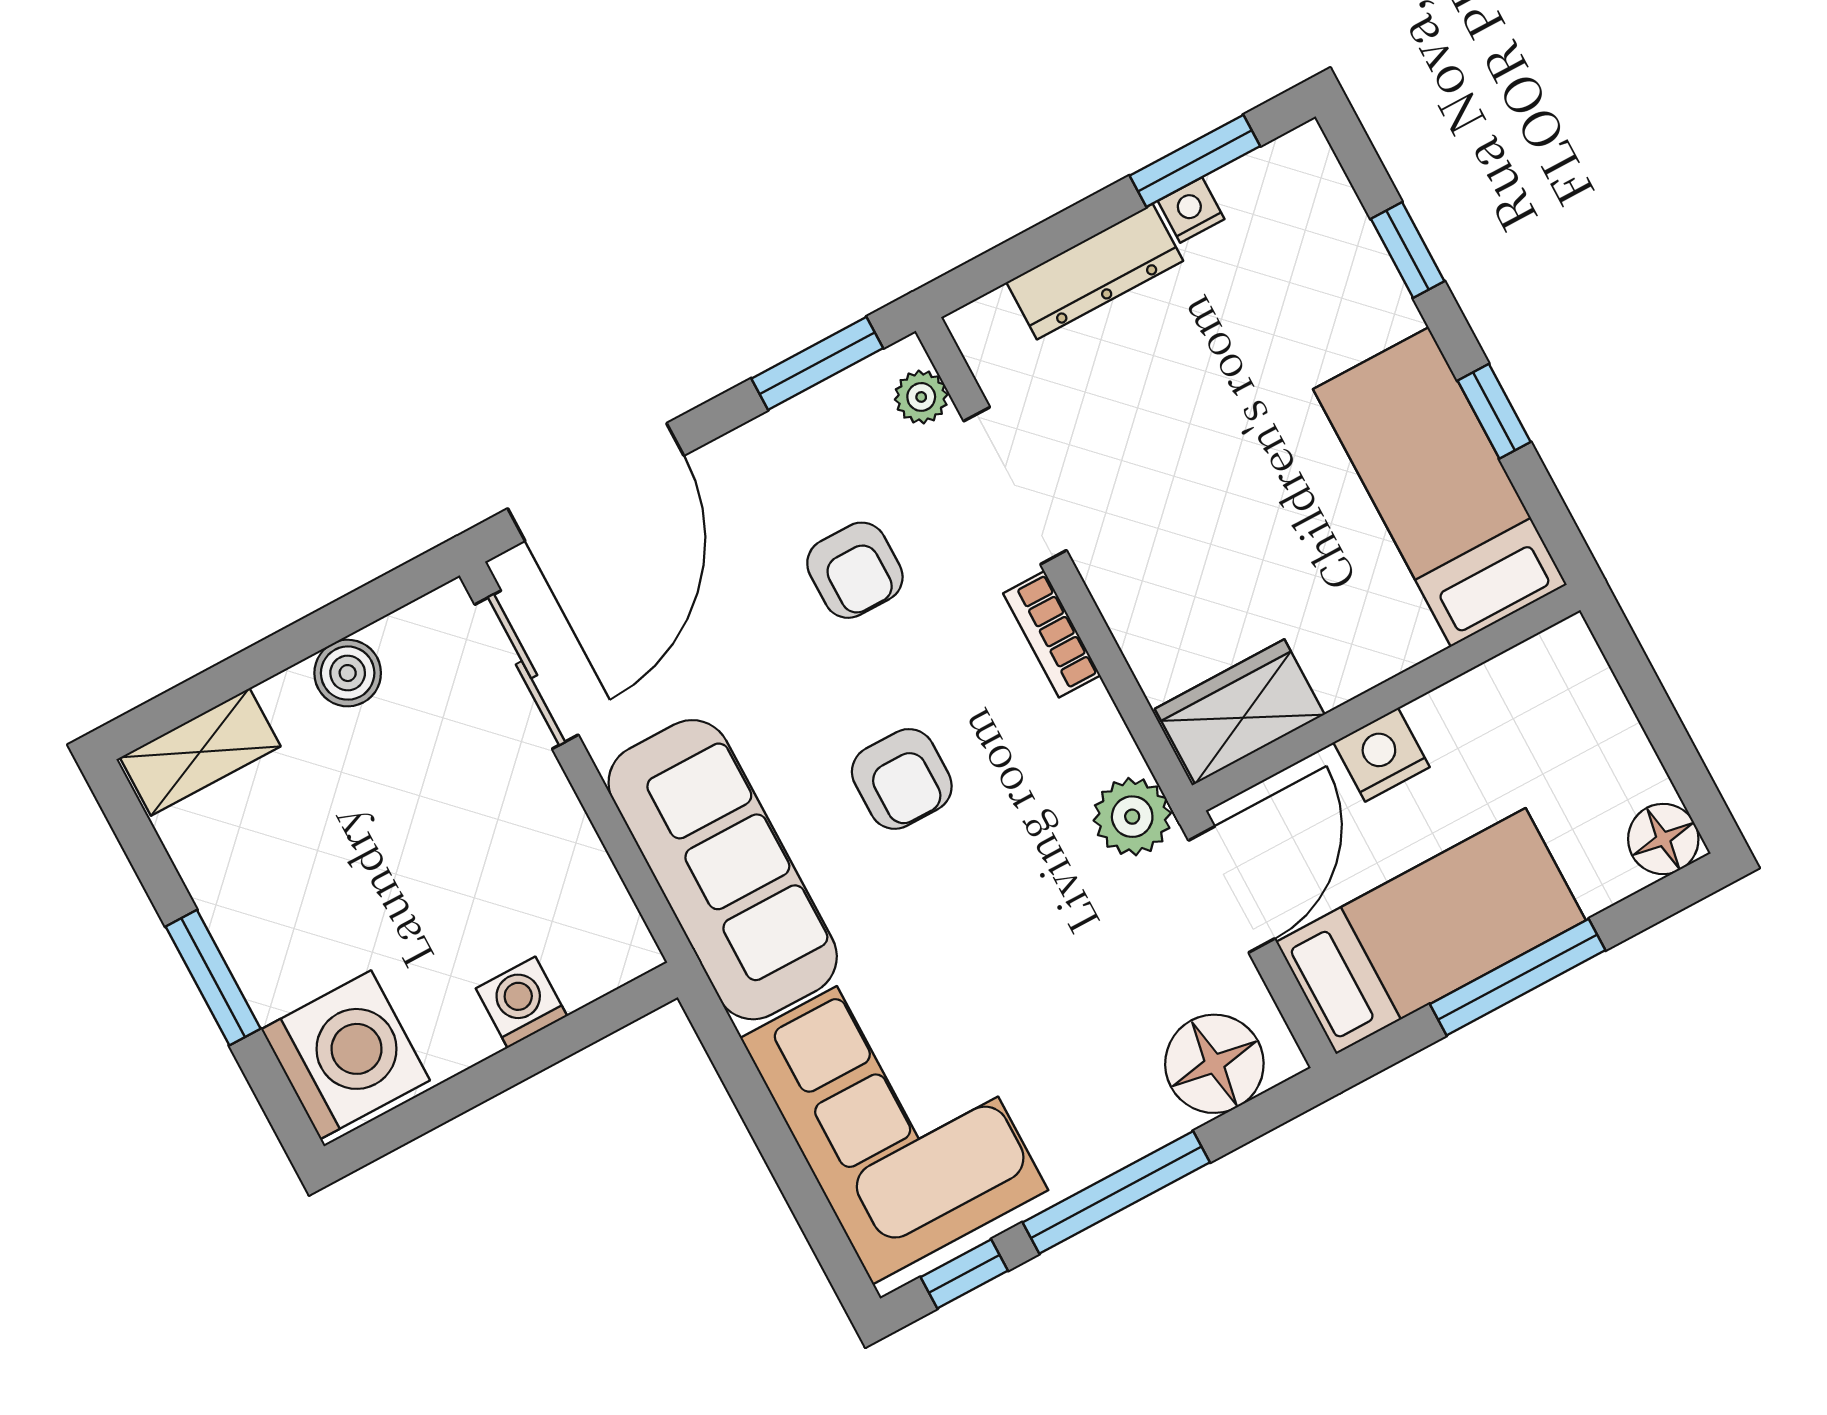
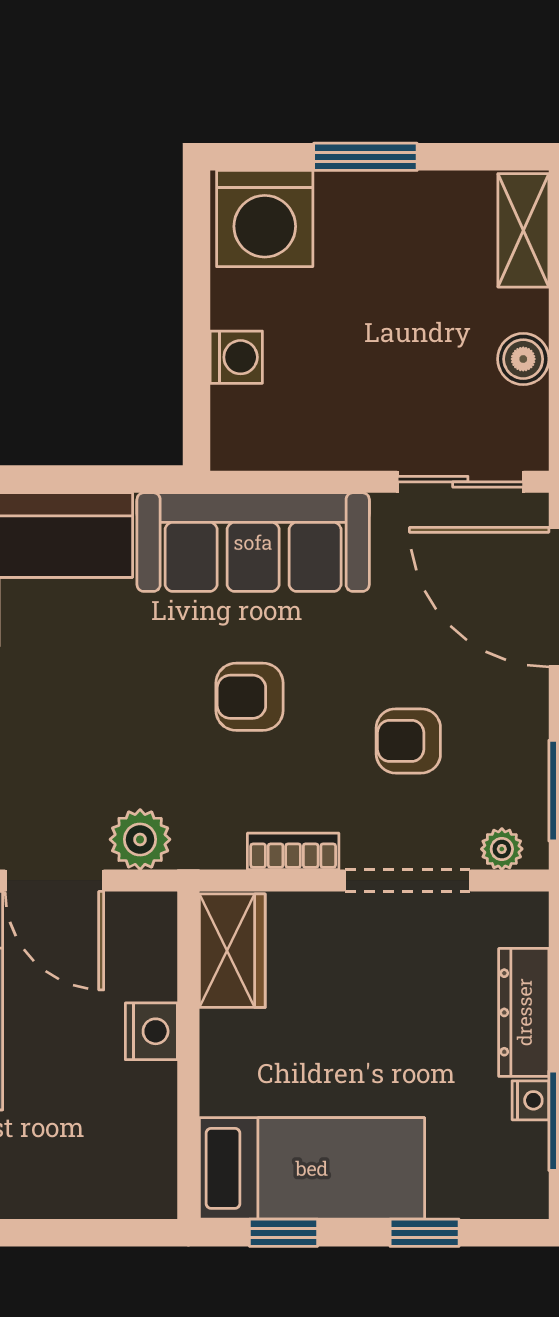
bed: (1440, 487) -> (312, 1168), moved
wall: (1386, 698) -> (188, 1055), moved
wardrobe: (1240, 712) -> (232, 951), moved
nightstand: (1382, 755) -> (151, 1031), moved

